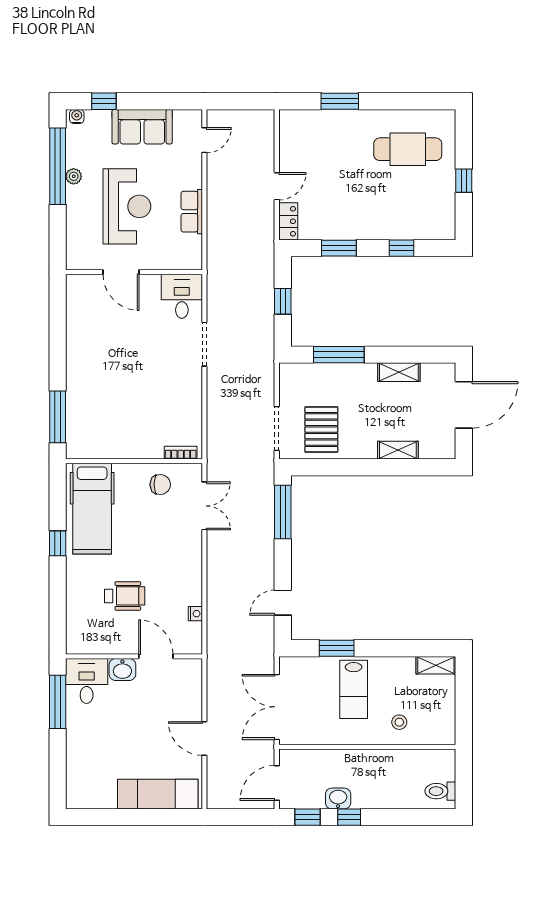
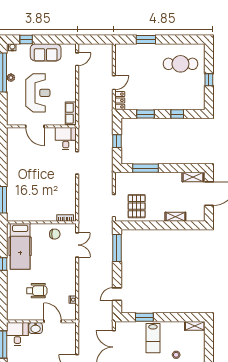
row of seats: (192, 212) -> (71, 113), moved
shelving: (399, 372) -> (193, 177), moved

